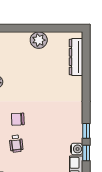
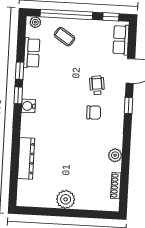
dresser: (76, 57) -> (26, 158), moved
water cooler: (77, 149) -> (28, 106), moved

